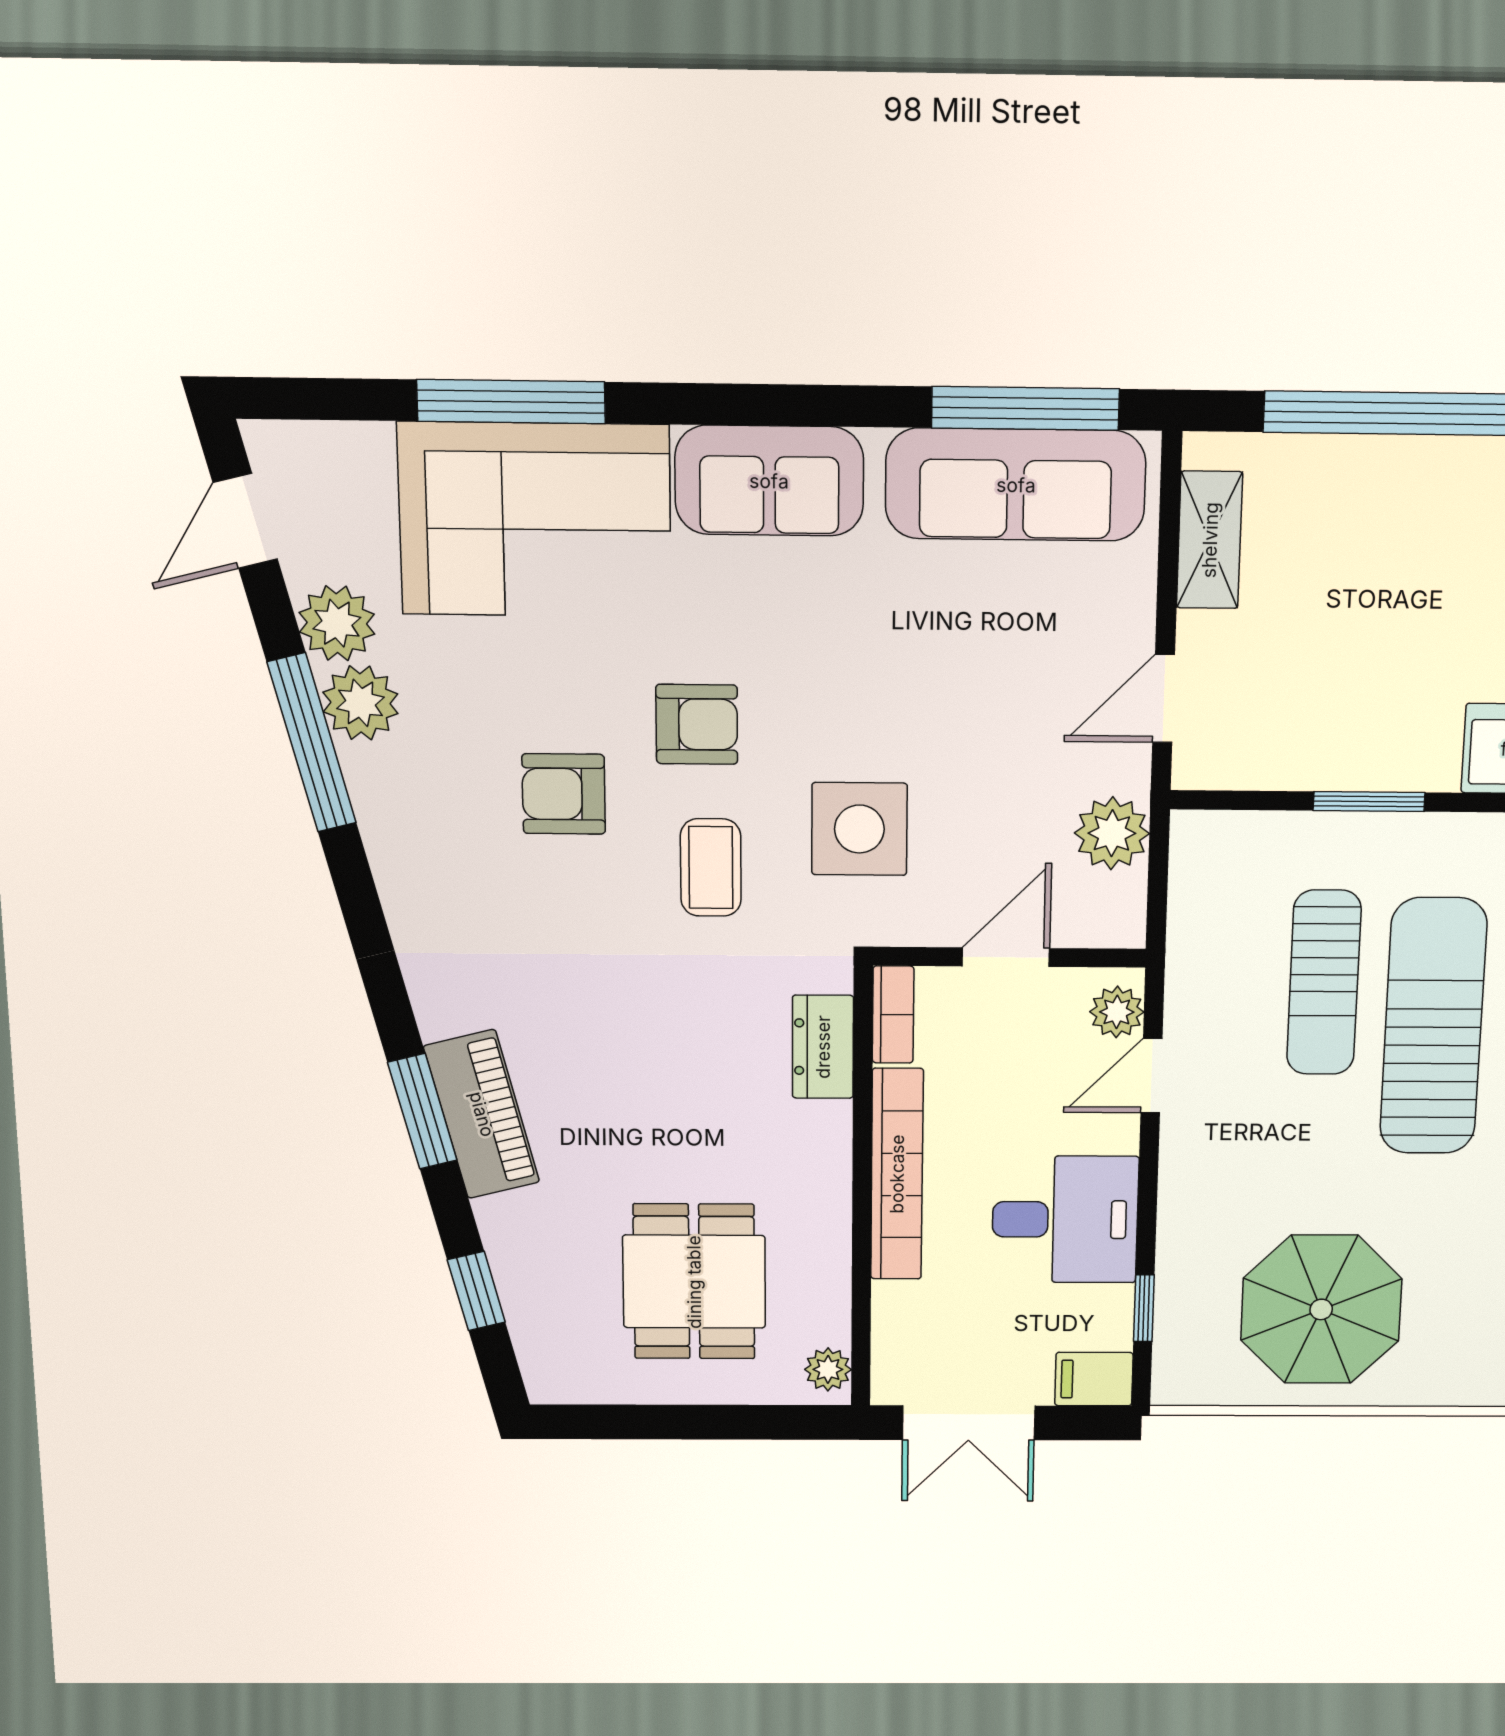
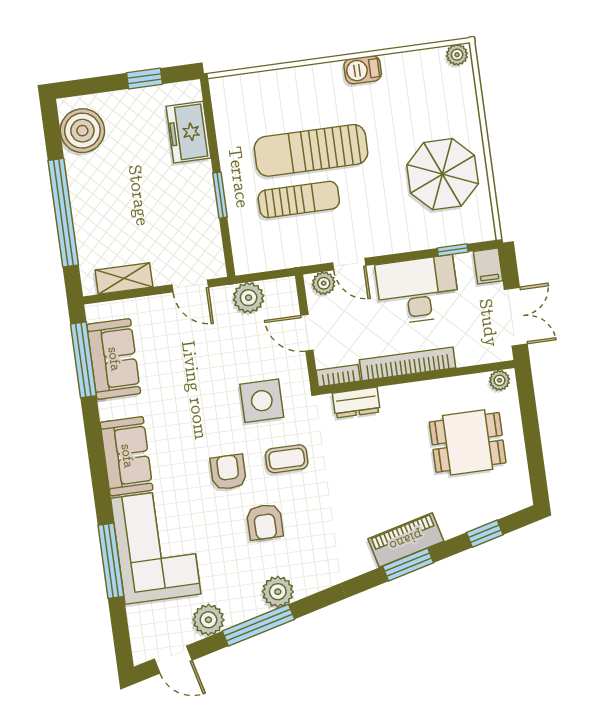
sofa: (1016, 485) -> (114, 359), width x0.73
plant: (360, 703) -> (278, 592), moved
desk: (1065, 1219) -> (418, 290), width x1.37

